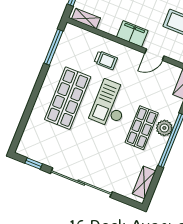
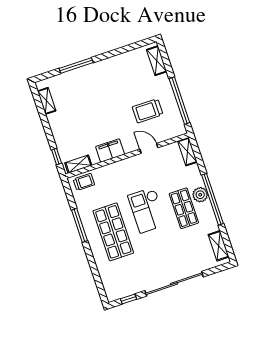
filing cabinet: (132, 34) -> (110, 151), moved
window: (53, 47) -> (80, 225), moved
door: (154, 55) -> (149, 148), swing flipped
trolley: (106, 60) -> (84, 182), moved

